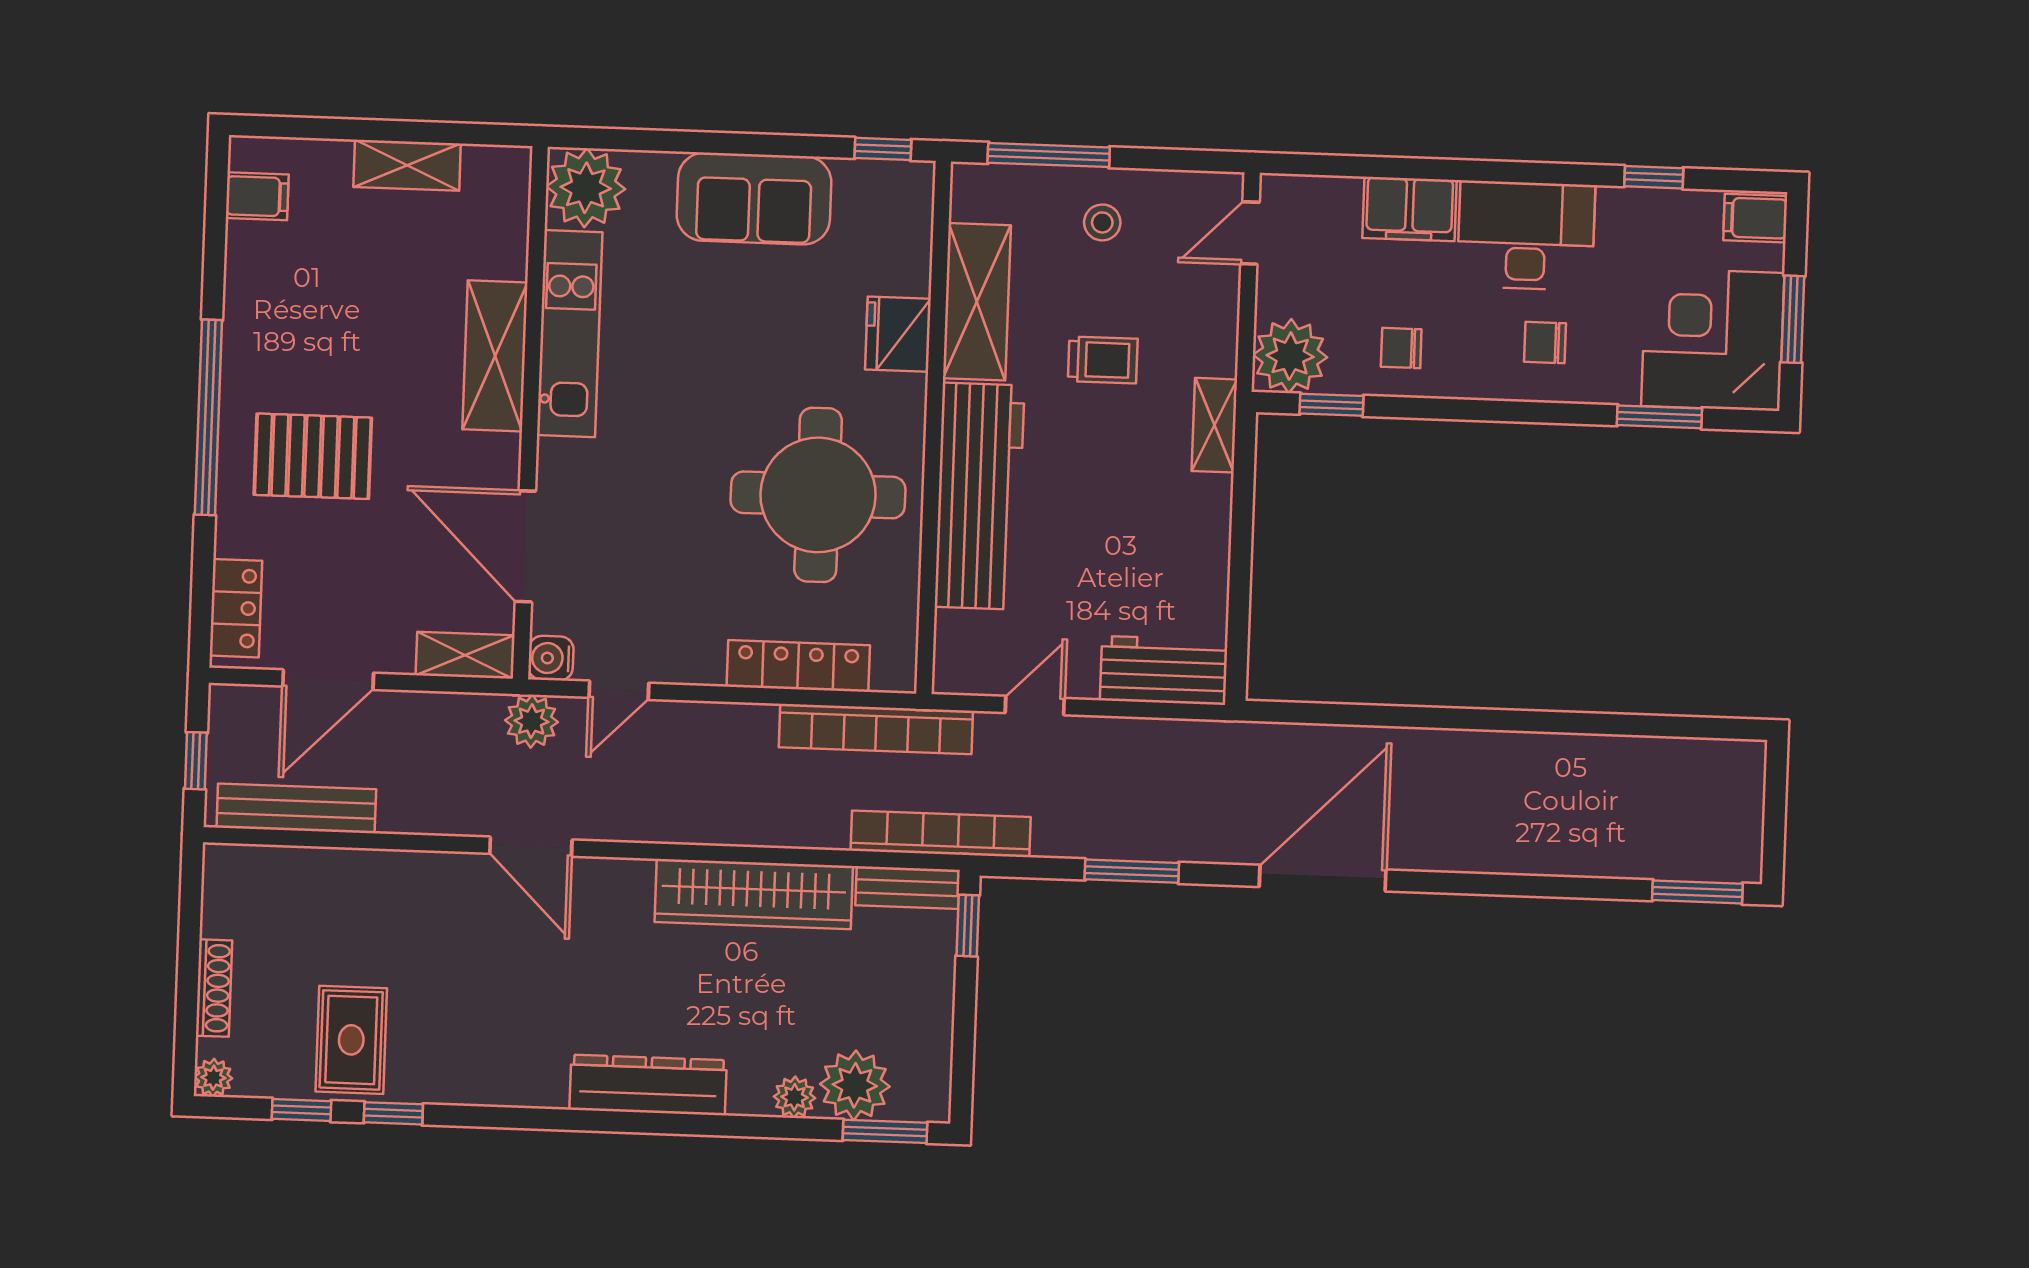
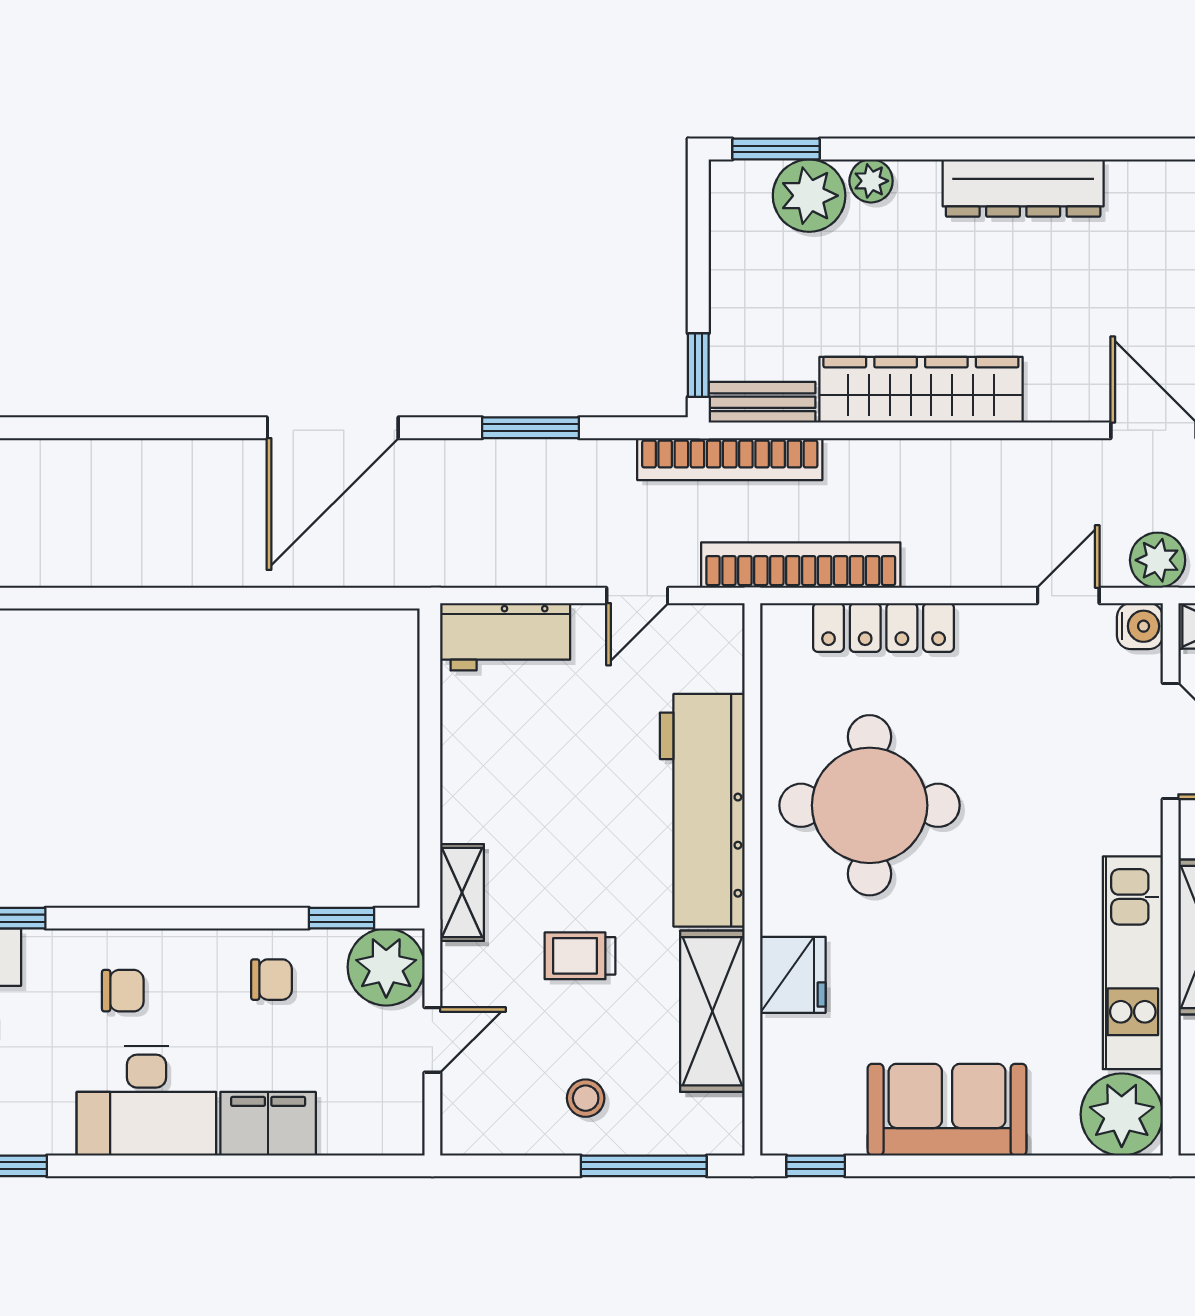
door: (1250, 233) -> (432, 1040), moved

